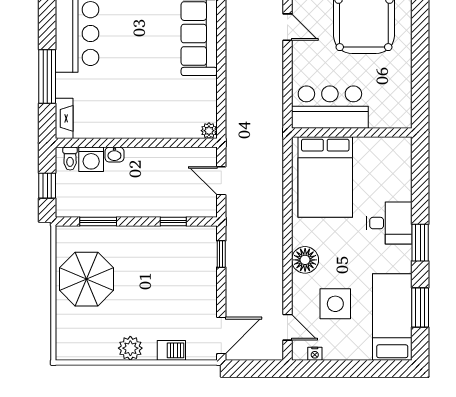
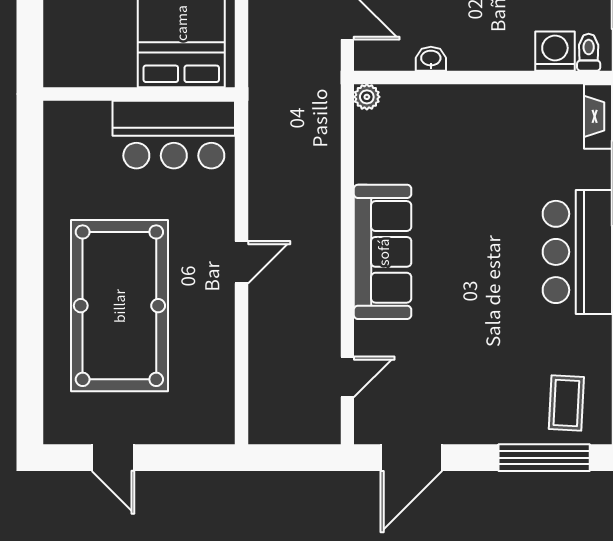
door: (287, 27) -> (242, 262), swing flipped
washbasin: (114, 155) -> (431, 59), moved

